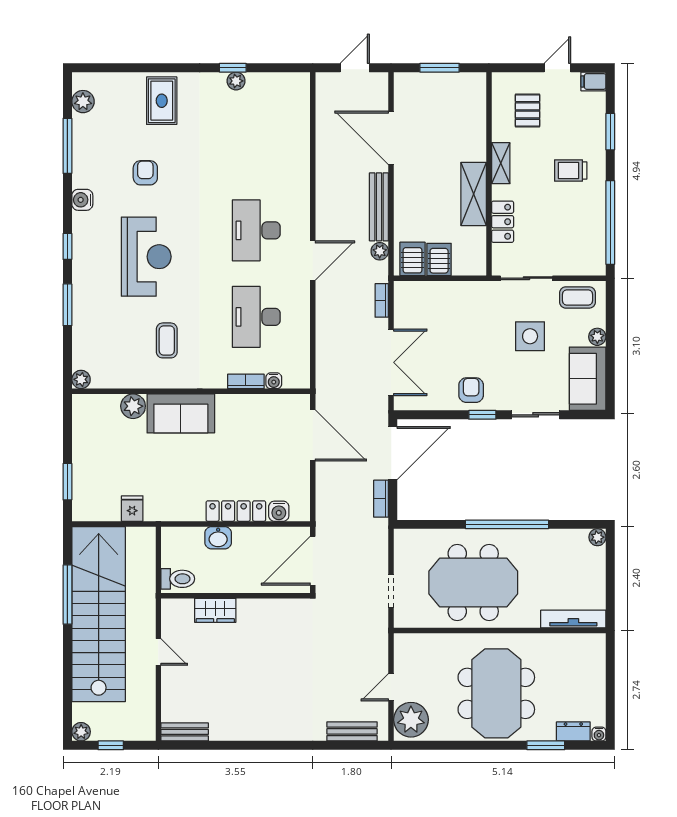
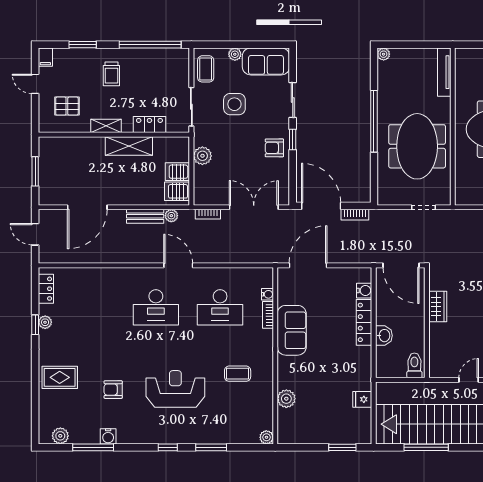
locker: (281, 82) -> (46, 289), added
water cooler: (82, 200) -> (108, 436), moved
bench: (379, 207) -> (145, 216), width x0.73
plant: (460, 293) -> (202, 156), added
sofa: (181, 413) -> (292, 330), moved
wardrobe: (215, 610) -> (438, 307), moved

